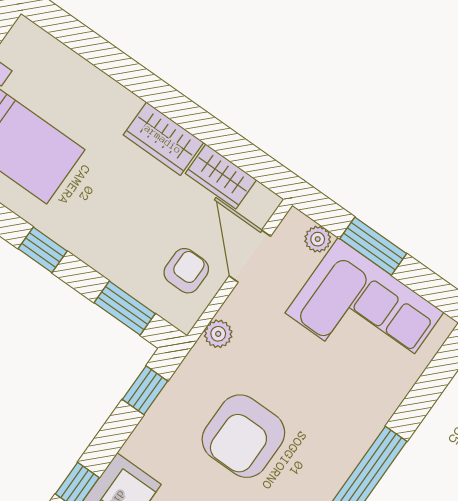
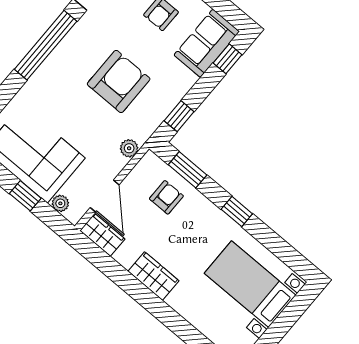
wardrobe: (221, 177) -> (102, 235), moved
window: (373, 246) -> (25, 196), width x0.67
armchair: (186, 271) -> (166, 197), moved, turned 180

